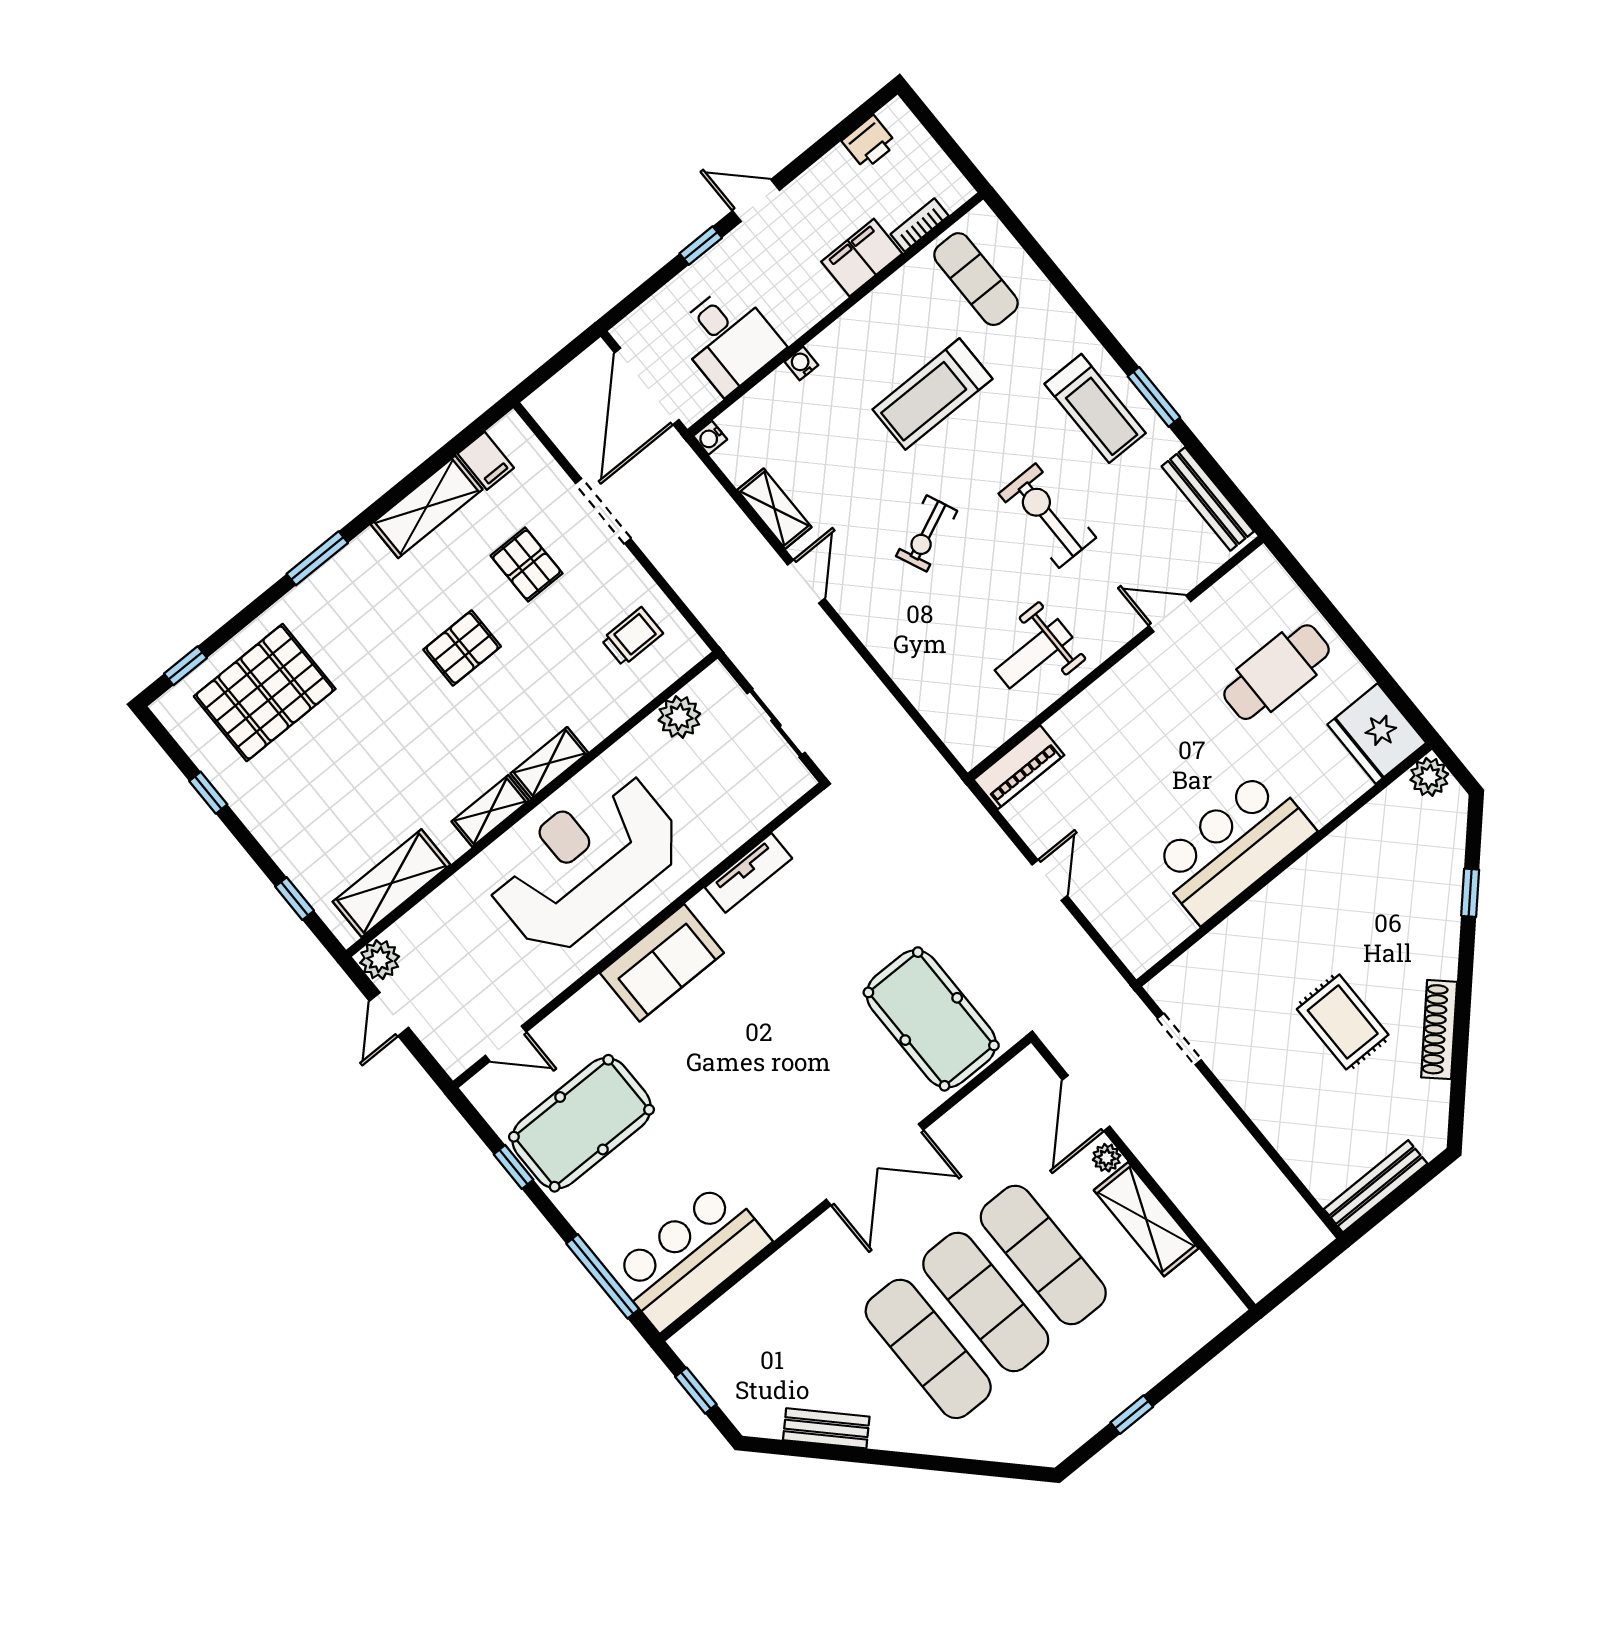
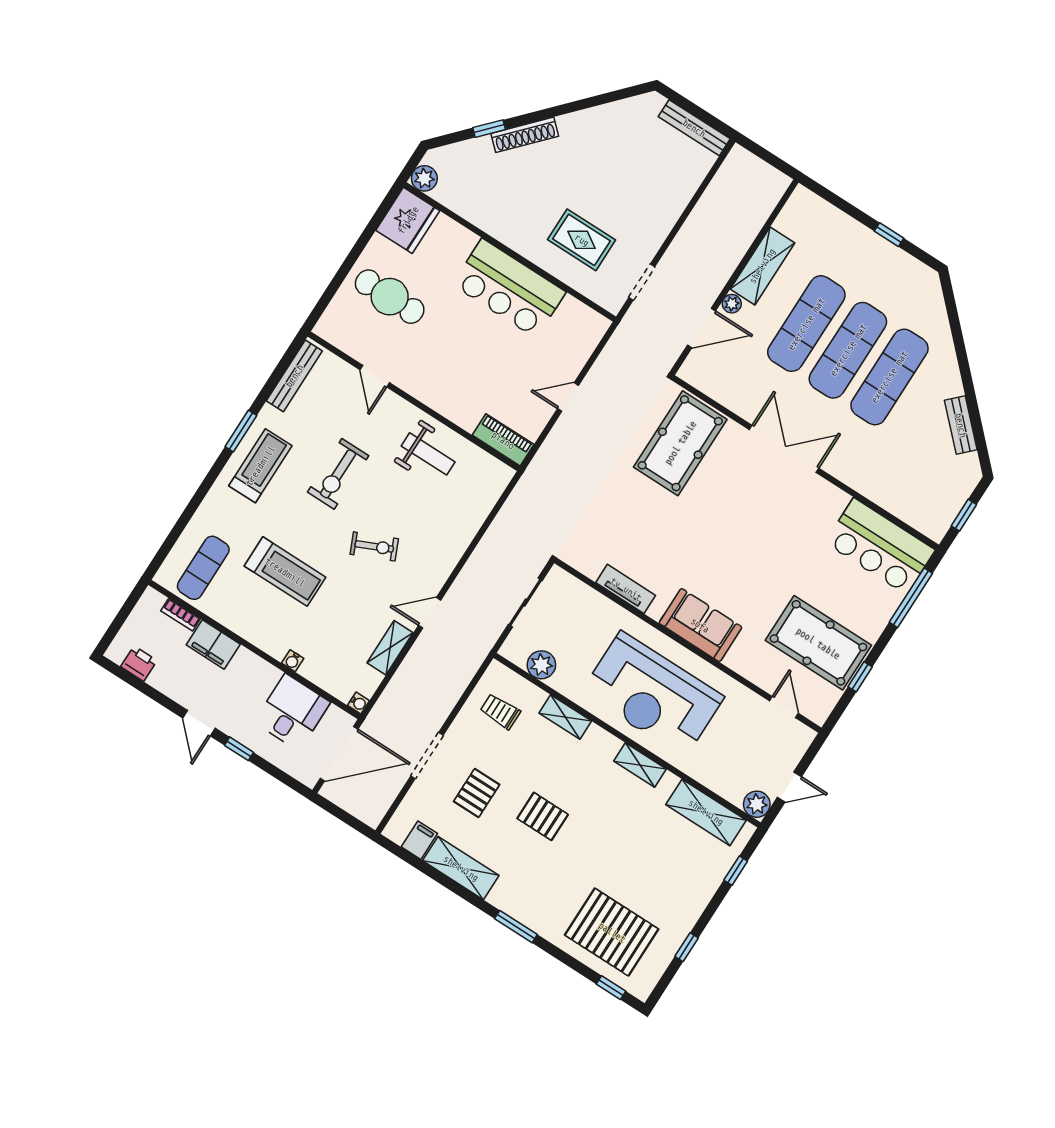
shelving: (549, 763) -> (565, 717), moved
rug: (1343, 1022) -> (582, 240), moved, turned 90
shoe rack: (1439, 1030) -> (525, 135), moved

